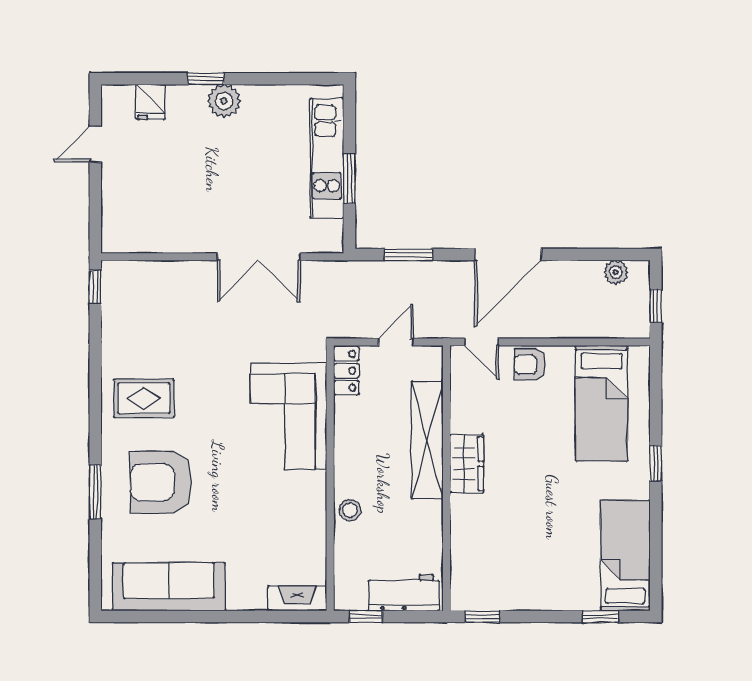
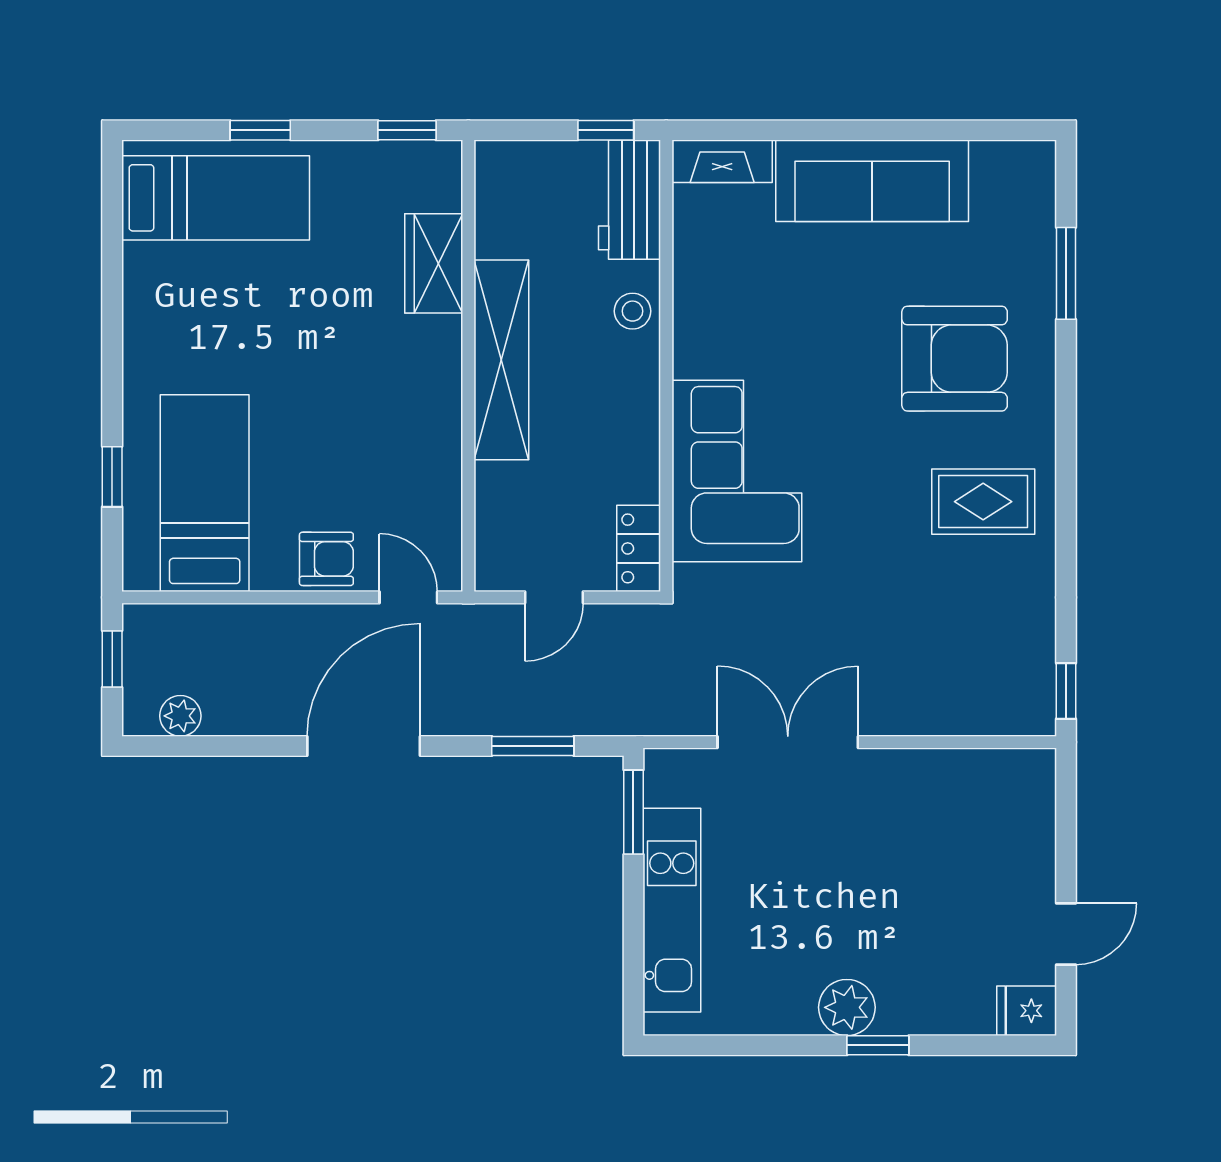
fridge: (150, 102) -> (1027, 1011), moved, turned -90
window: (349, 179) -> (633, 812), moved
shelving: (427, 440) -> (501, 360), moved
window: (656, 463) -> (112, 477), moved
wardrobe: (467, 464) -> (434, 263), moved
window: (95, 492) -> (1066, 273), moved
bed: (625, 556) -> (216, 198), moved, turned -90
sofa: (169, 587) -> (872, 181), moved
workbench: (404, 593) -> (630, 200), moved, turned 90
window: (600, 616) -> (260, 130), moved

